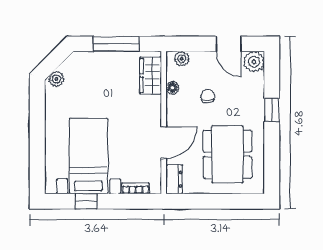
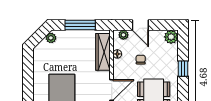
door: (228, 44) -> (140, 25), moved
wardrobe: (151, 75) -> (103, 52), width x1.50
plant: (56, 79) -> (51, 38), moved

